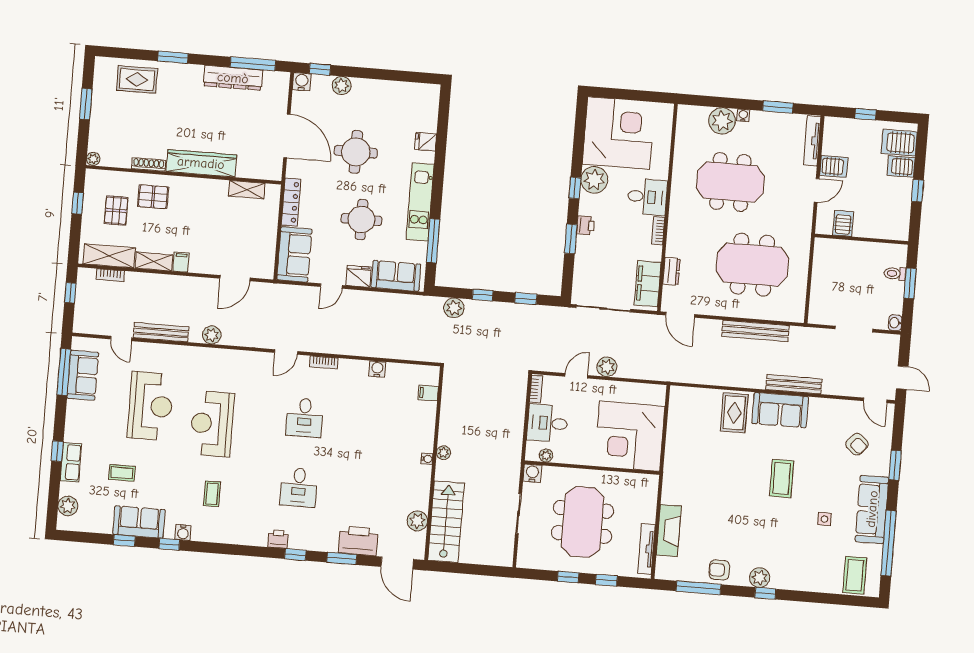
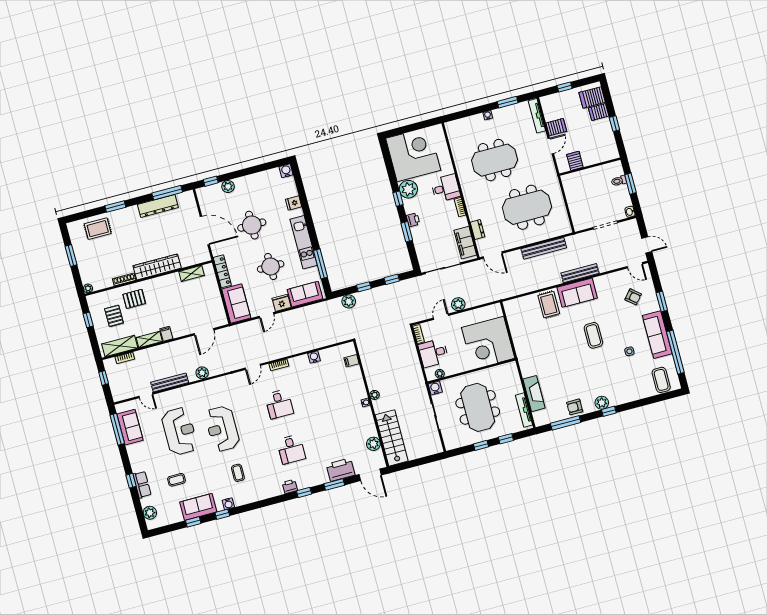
water cooler: (302, 82) -> (286, 171), moved
plant: (722, 121) -> (476, 123), removed

